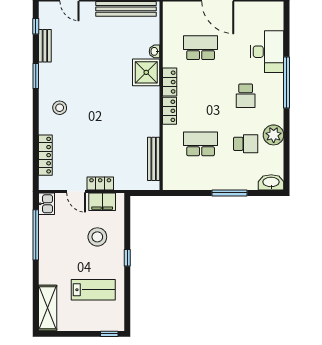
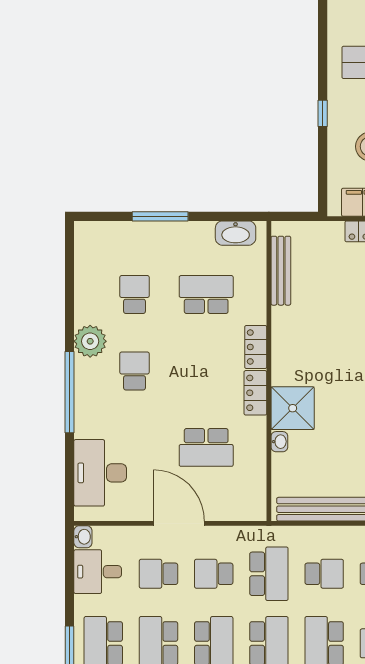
desk: (267, 52) -> (100, 473), moved
plant: (274, 135) -> (90, 341), moved
school desk: (201, 144) -> (206, 295), turned 180
school desk: (246, 144) -> (134, 295), turned 90
washbasin: (271, 182) -> (236, 233), moved

